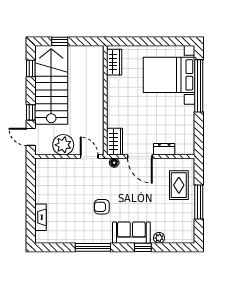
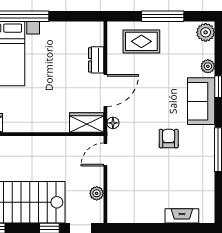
plant: (63, 145) -> (97, 193), width x0.53, depth x0.53
armchair: (102, 207) -> (169, 139), turned 180
plant: (186, 236) -> (206, 32), added

